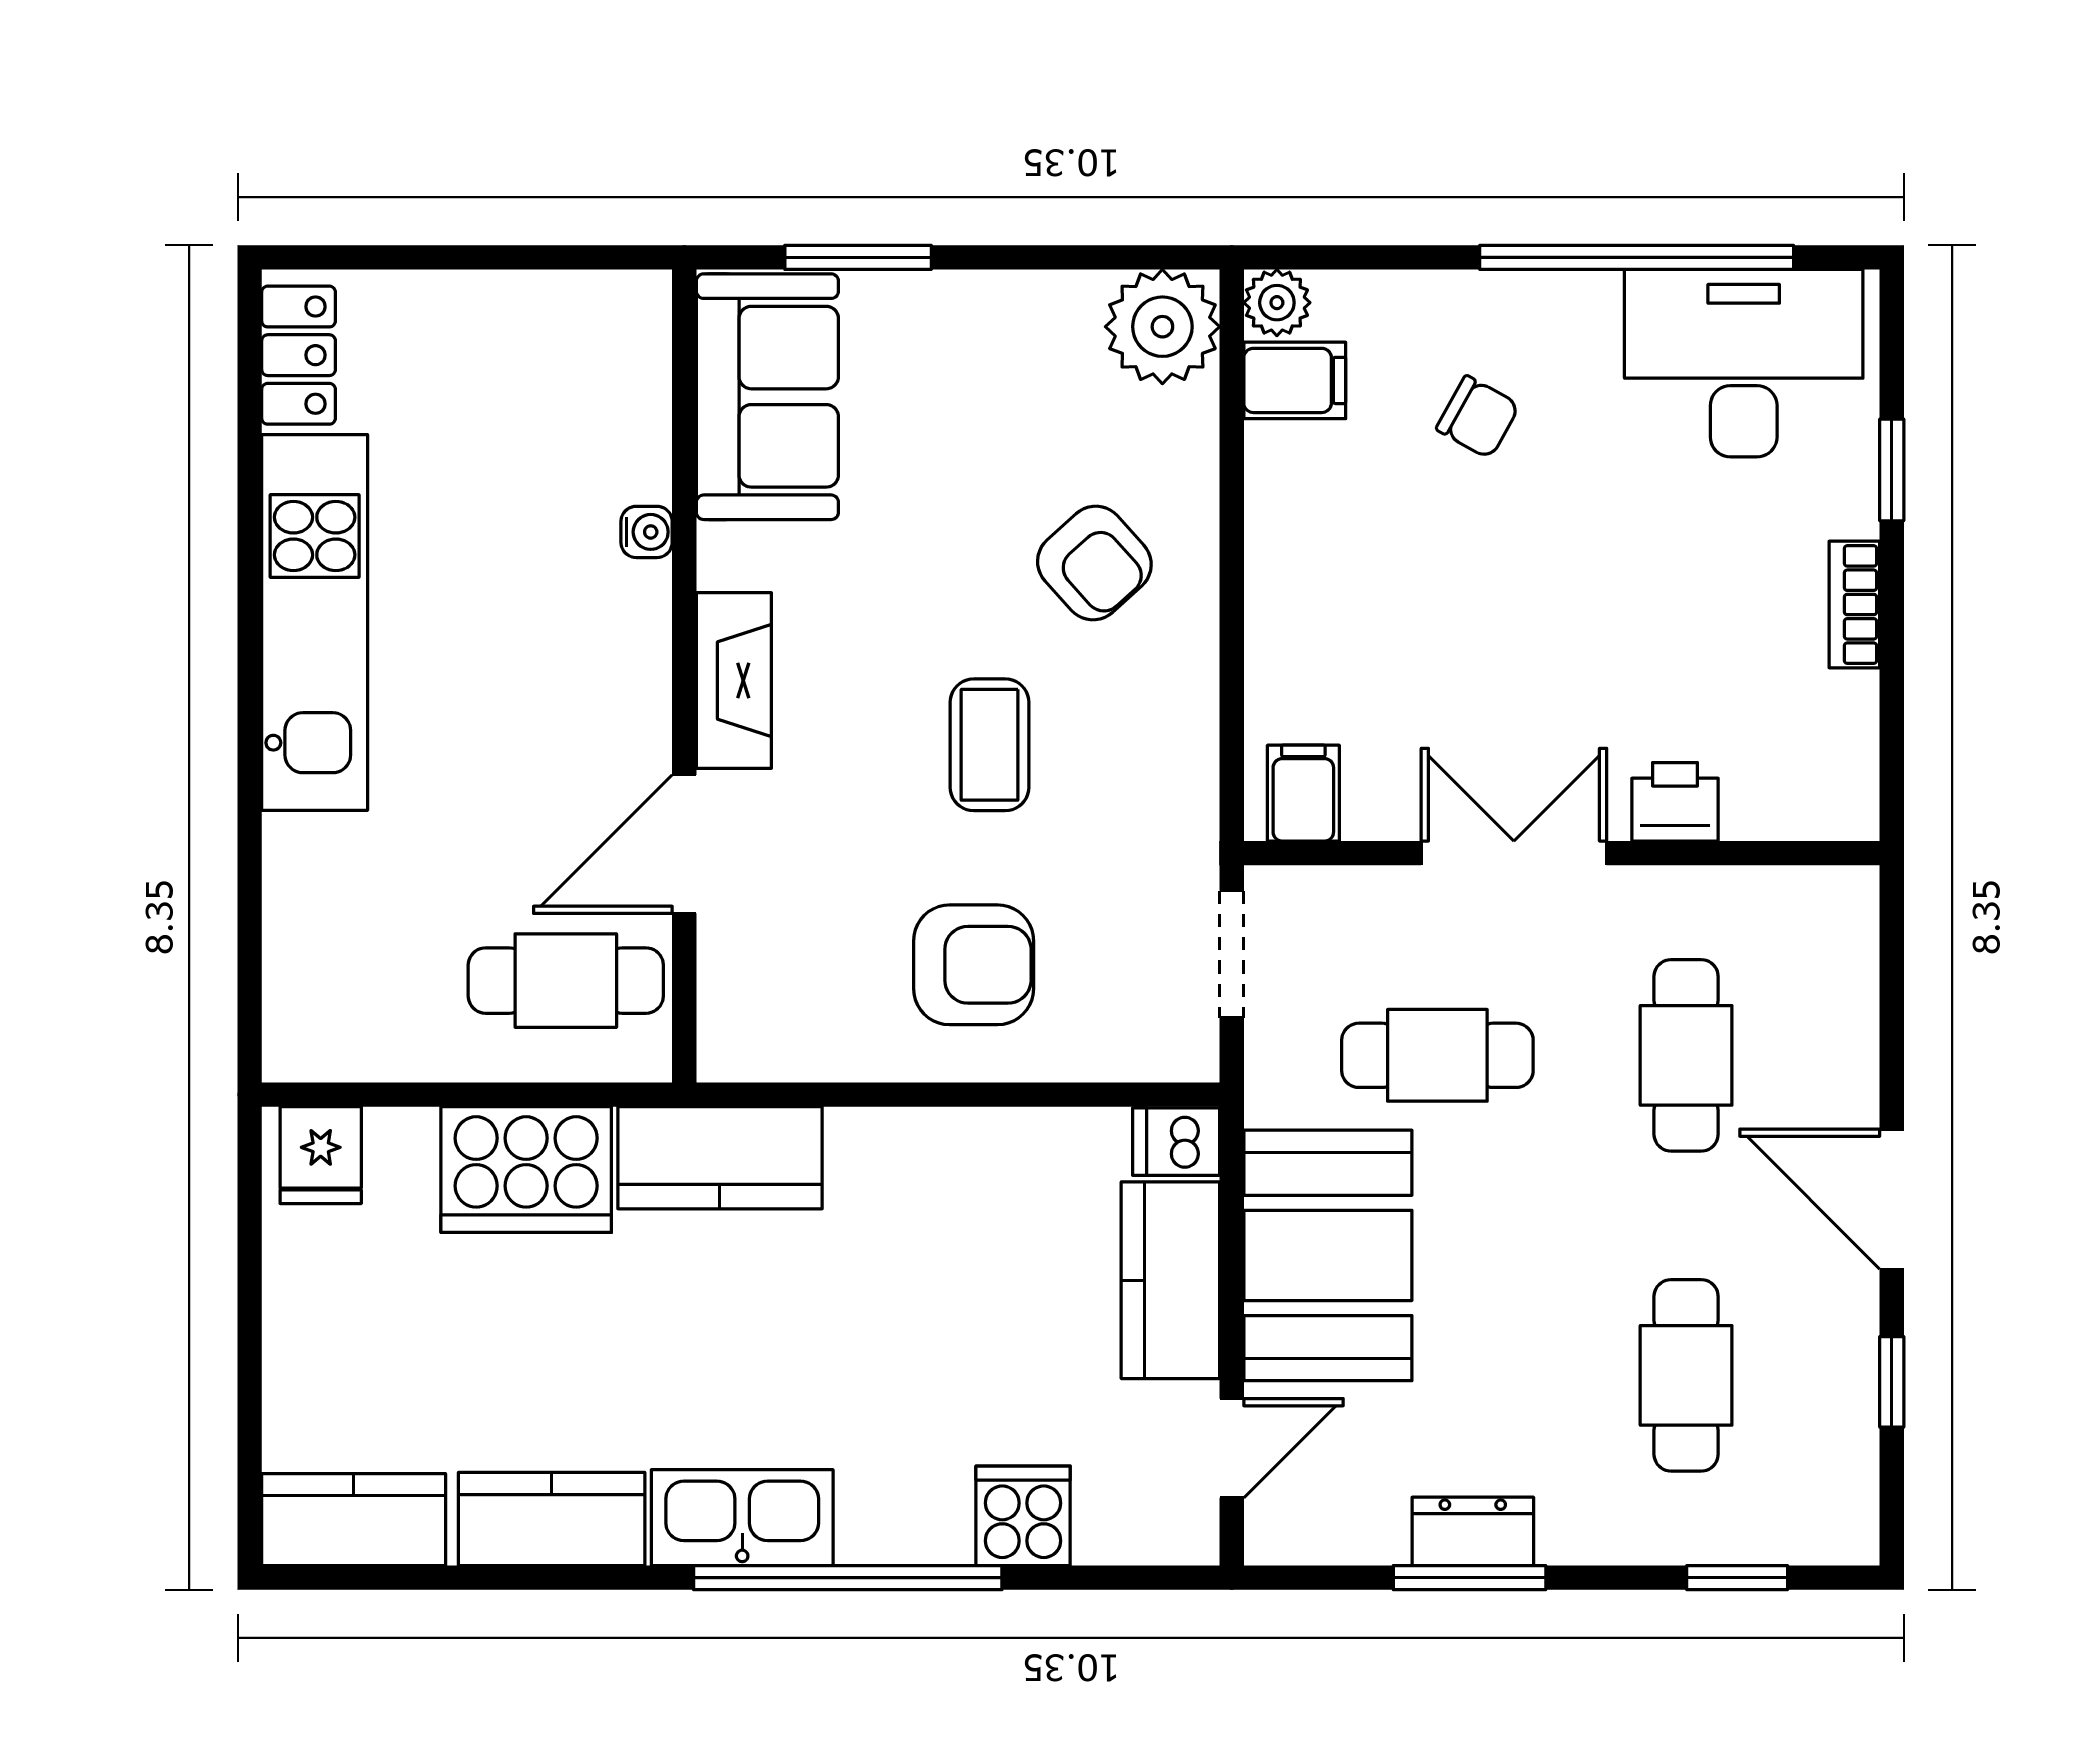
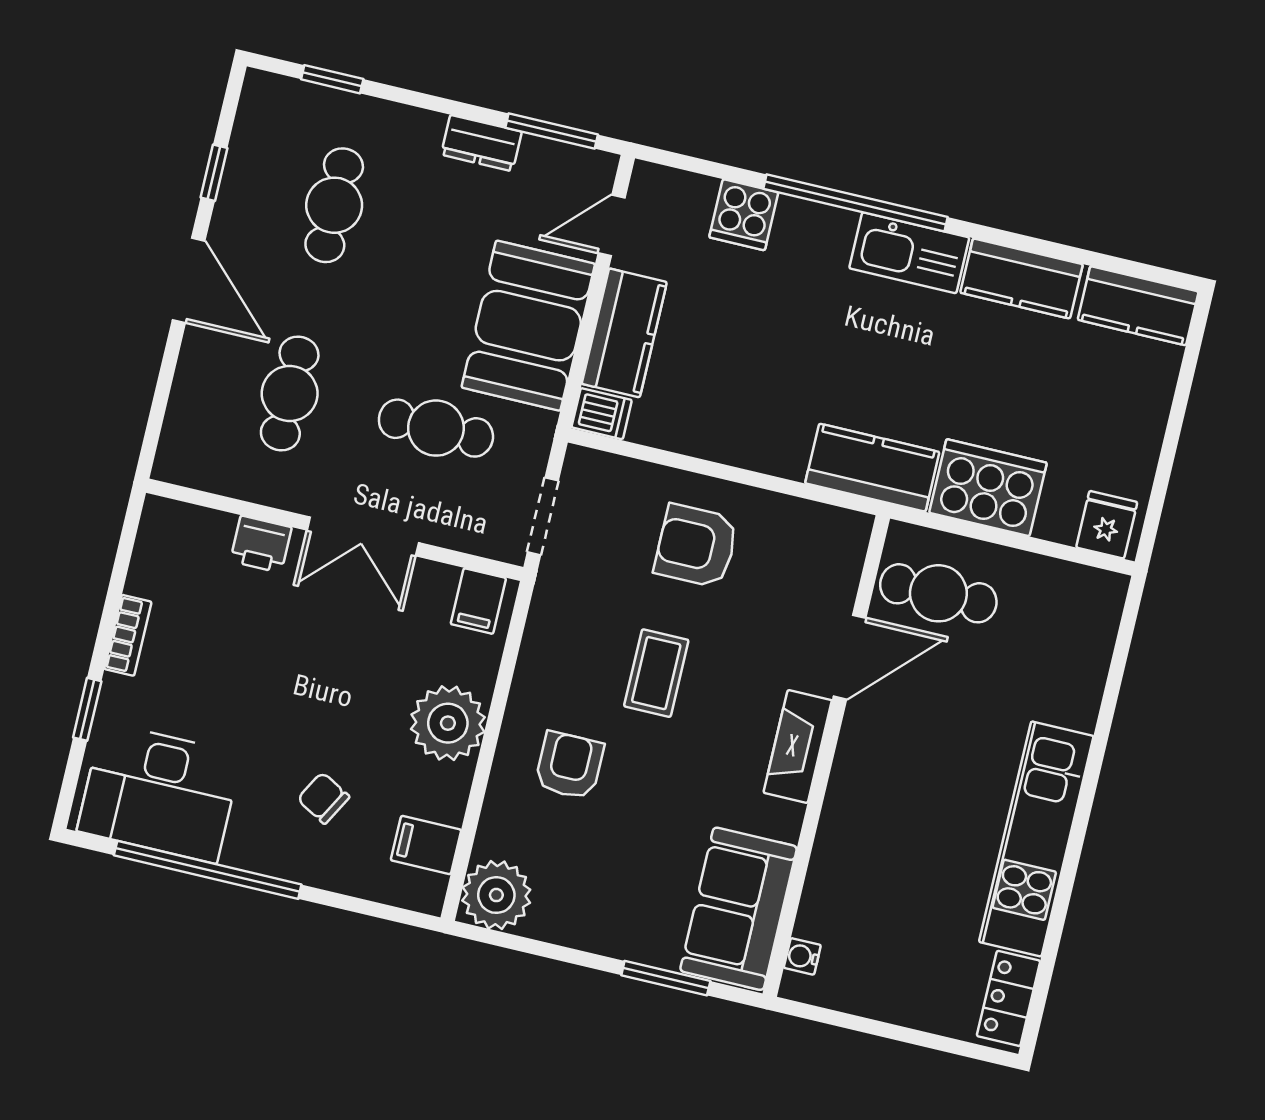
plant: (1277, 303) -> (448, 723), moved, width x1.88, depth x1.88
water cooler: (647, 532) -> (802, 956), moved
armchair: (1094, 563) -> (569, 765), turned 42
window: (1470, 1578) -> (552, 131), moved

